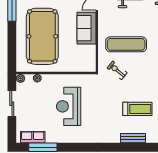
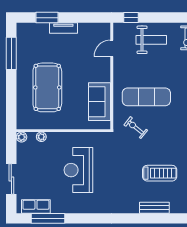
sofa: (86, 28) -> (100, 102), moved
pool table: (42, 36) -> (47, 87), width x0.73, depth x0.76
sliding door: (12, 104) -> (11, 179), moved

